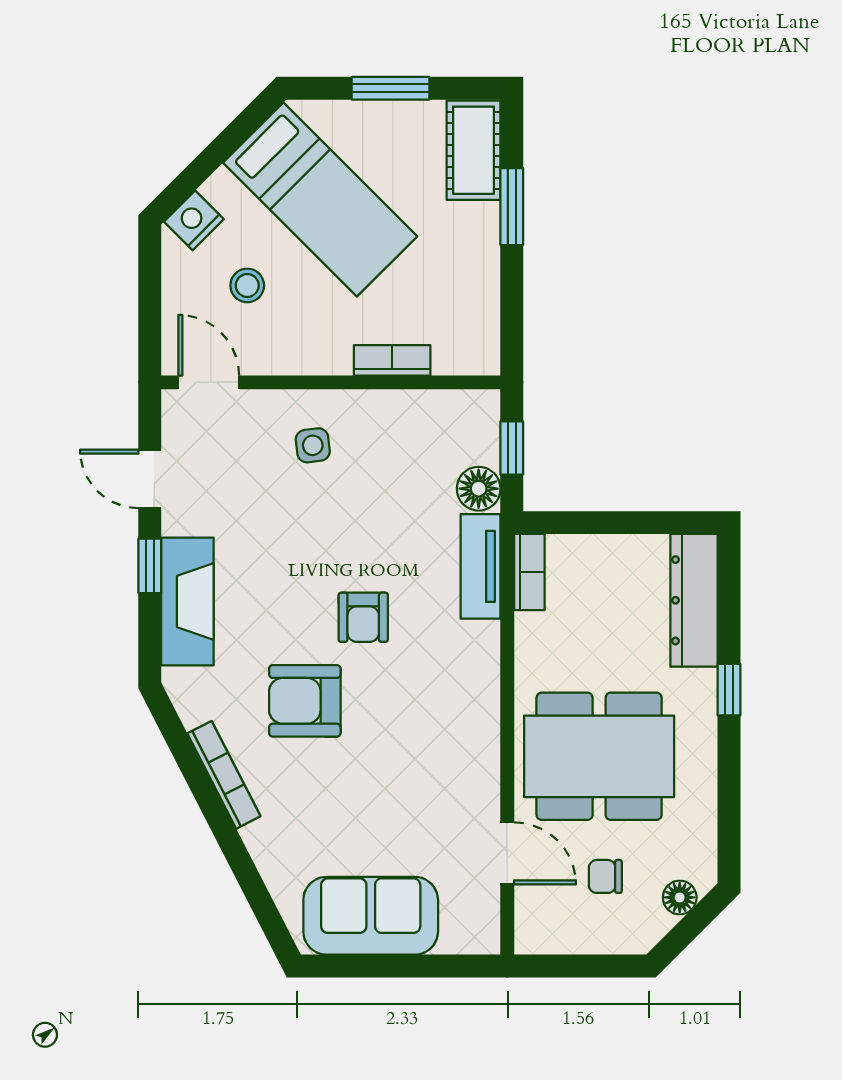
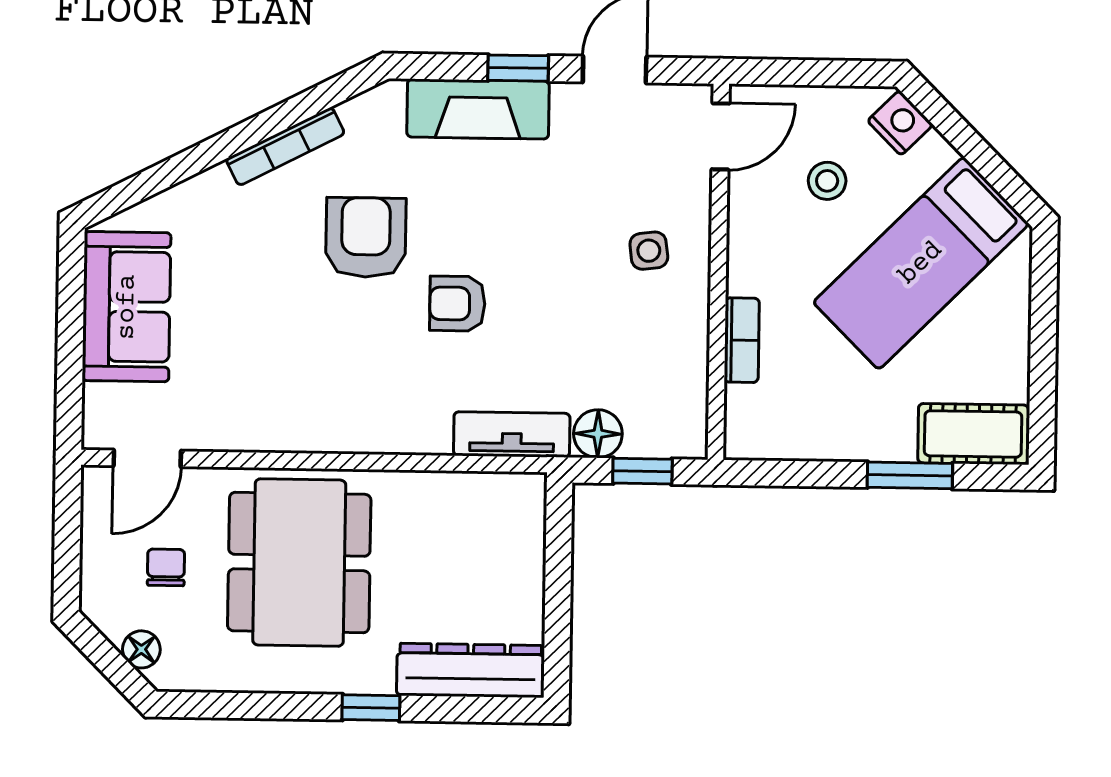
window: (391, 88) -> (1043, 343), removed
bookcase: (529, 572) -> (505, 488), removed
door: (507, 853) -> (147, 458), moved

